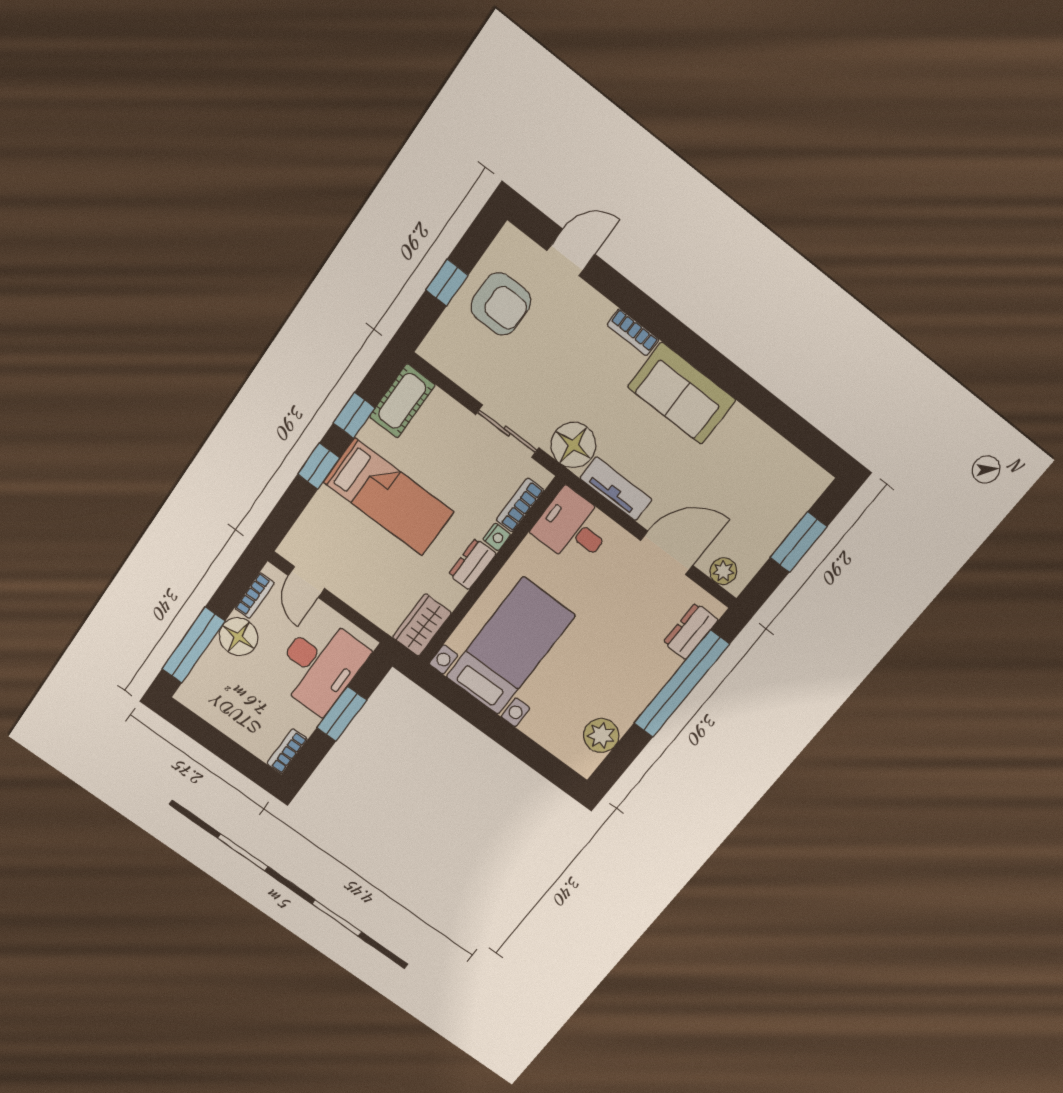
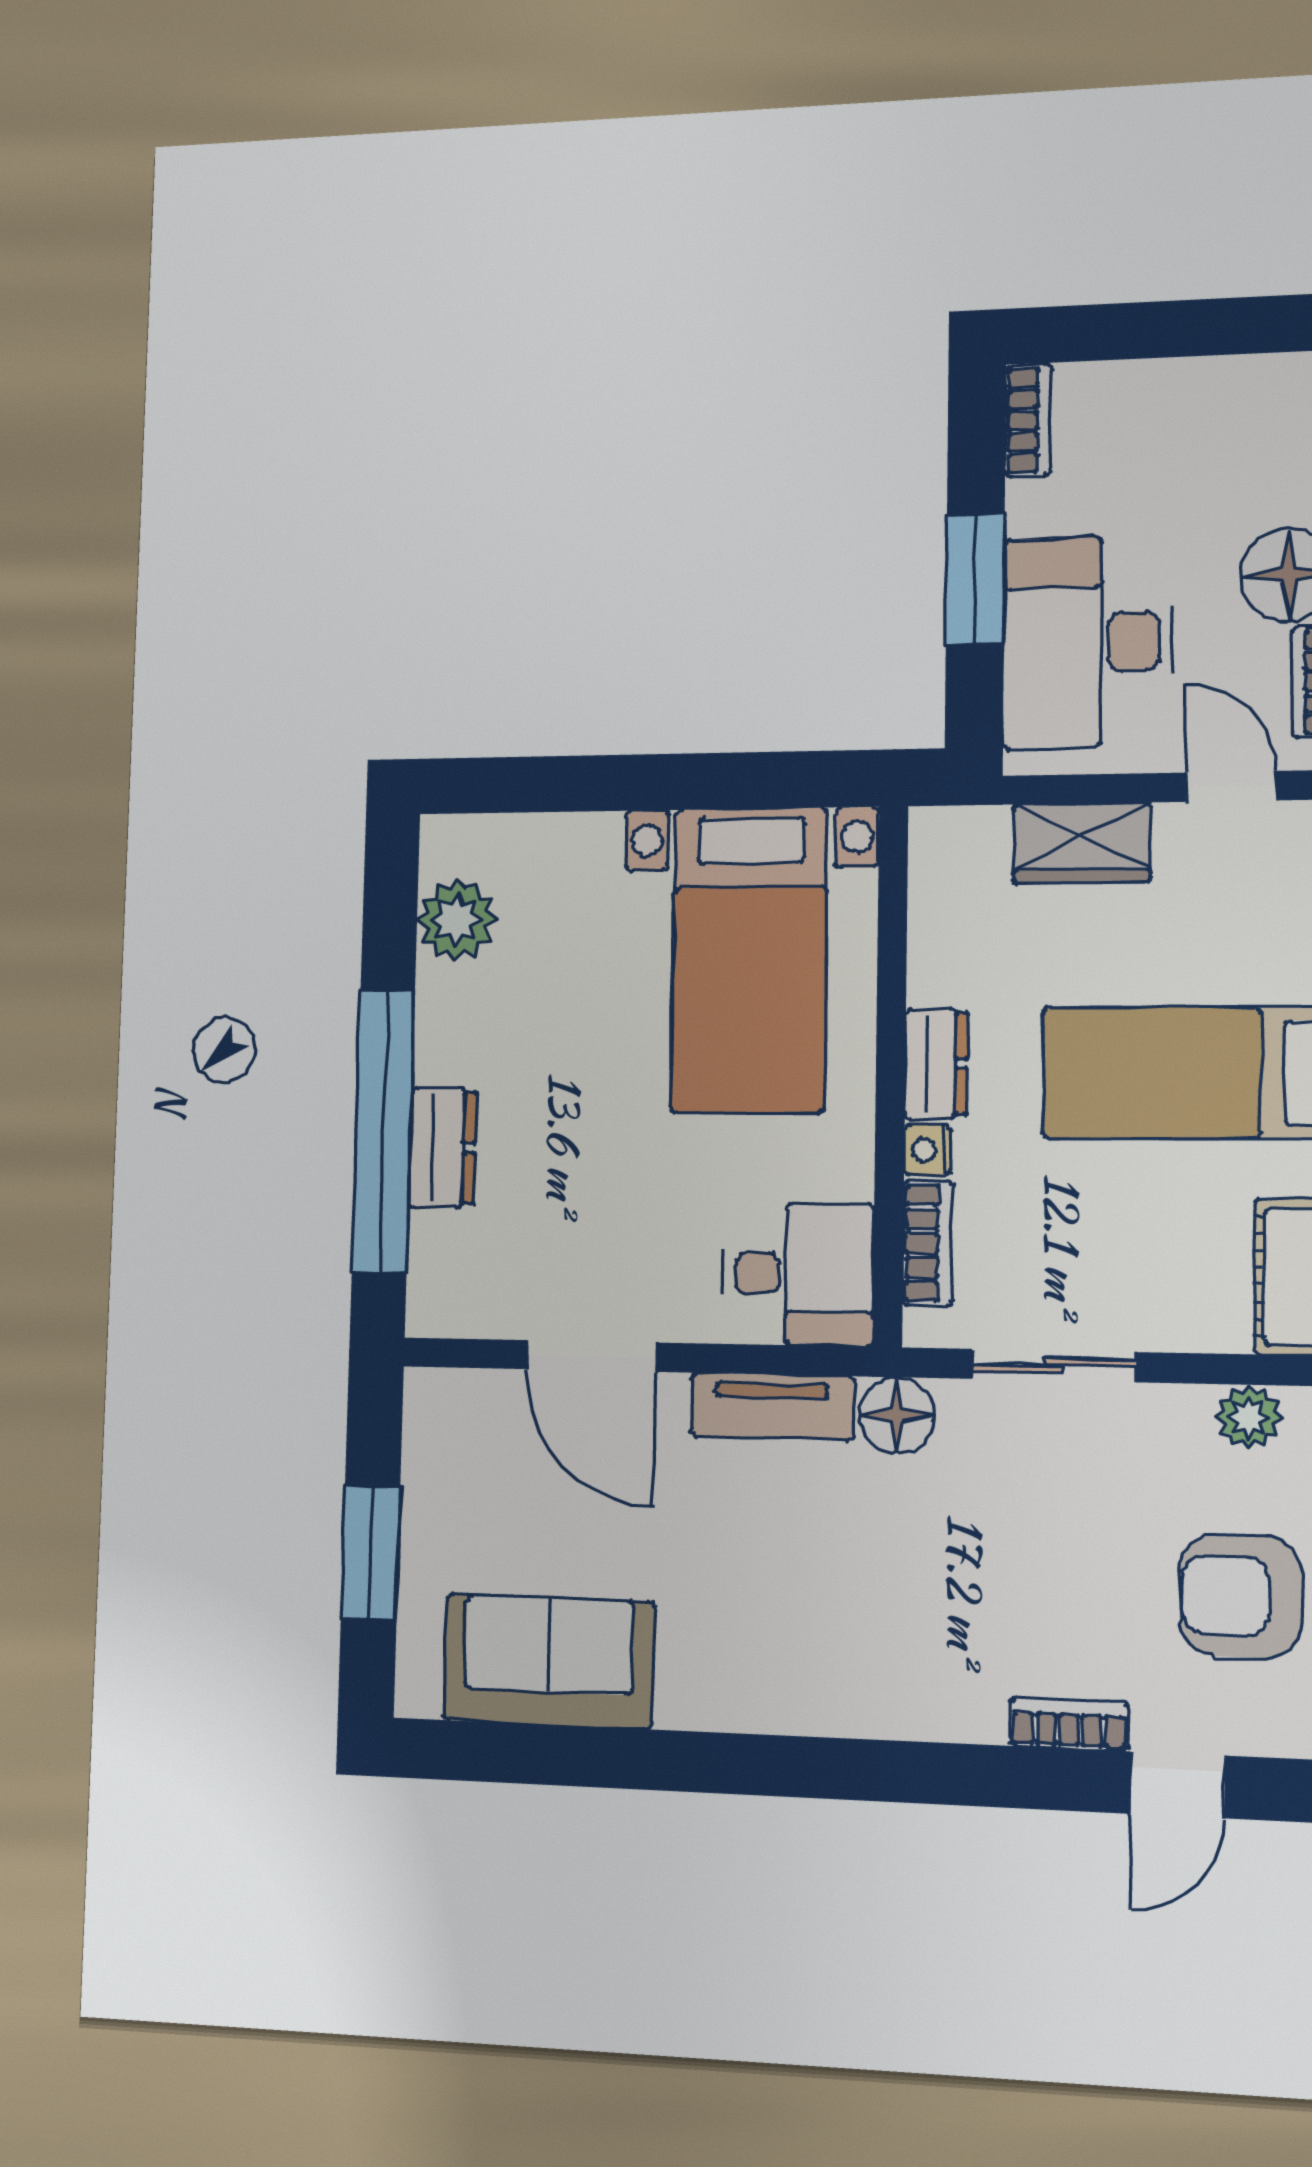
bookcase: (633, 332) -> (1069, 1724), moved
sofa: (682, 393) -> (549, 1661), moved
floor lamp: (573, 445) -> (897, 1415), width x0.73, depth x0.73
door: (667, 553) -> (591, 1356), hinge flipped
plant: (723, 571) -> (1249, 1417), moved
wardrobe: (422, 625) -> (1082, 843), moved, turned 90
dresser: (691, 631) -> (443, 1147), moved

